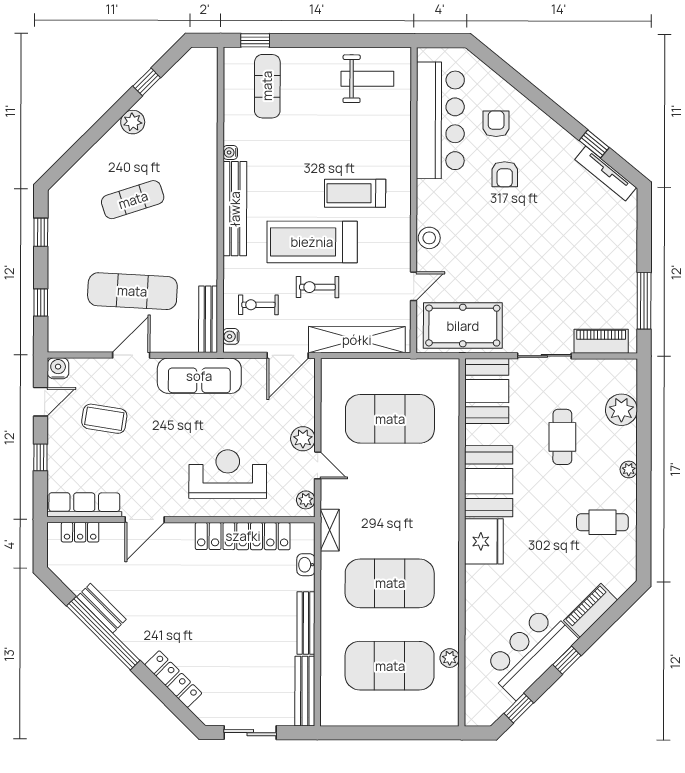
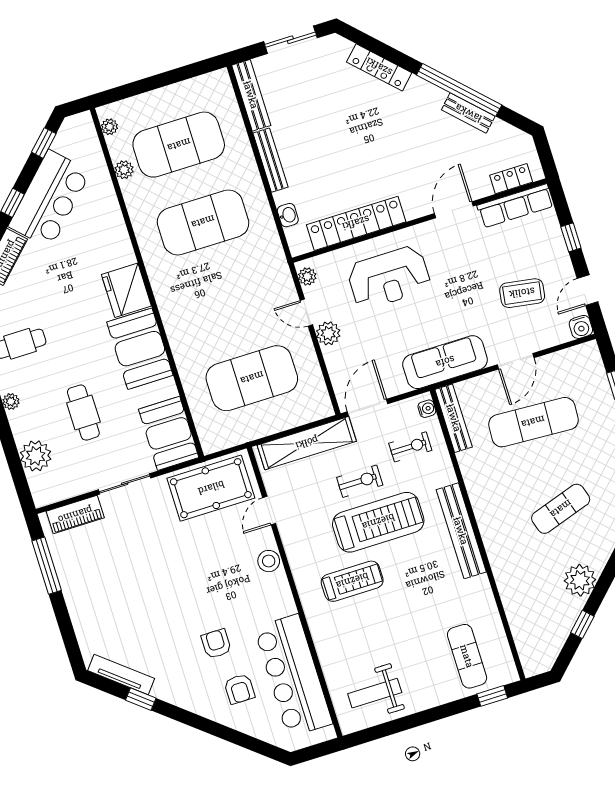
plant: (133, 122) -> (580, 580), width x1.36, depth x1.36
water cooler: (230, 152) -> (482, 583), removed
shelving: (330, 530) -> (276, 255), removed
plant: (451, 704) -> (109, 127), added

